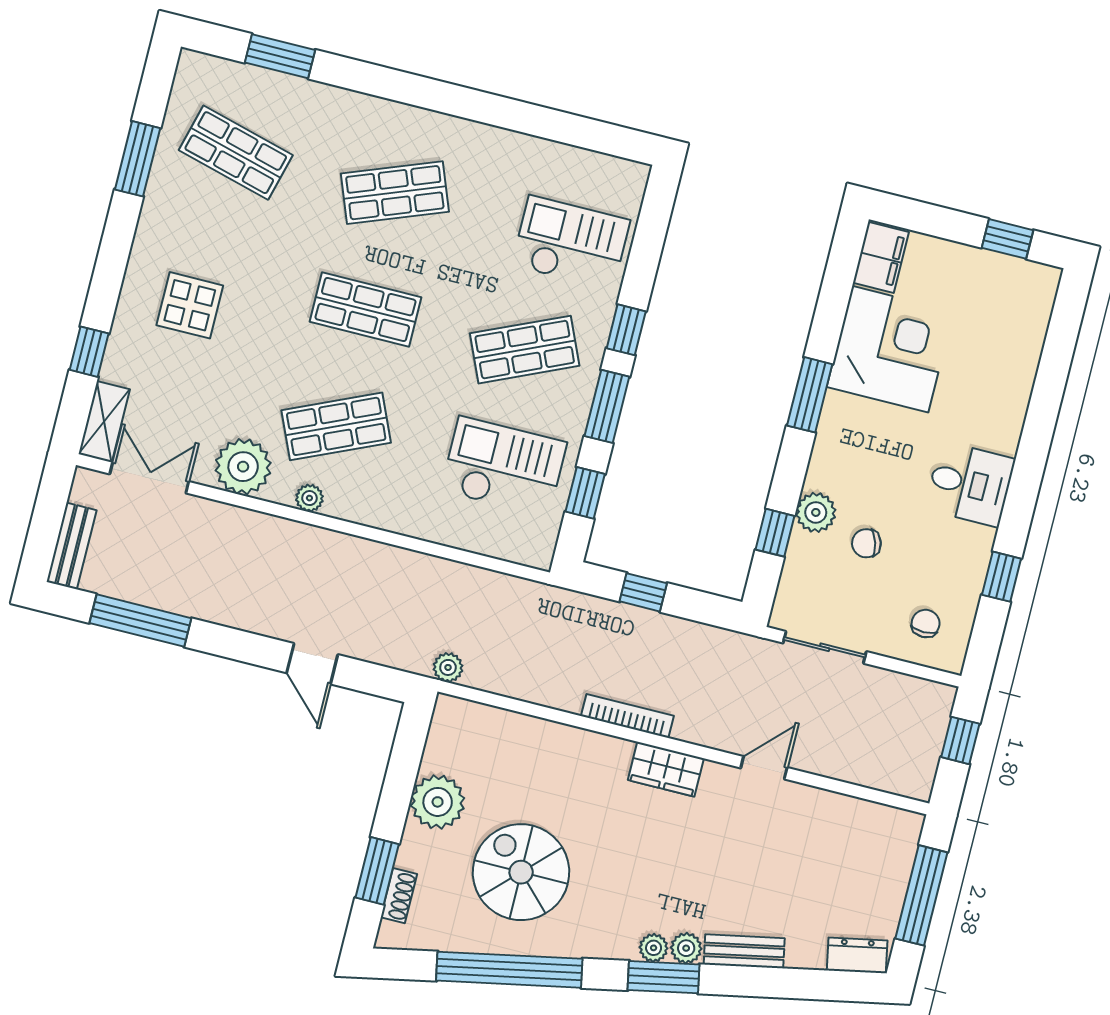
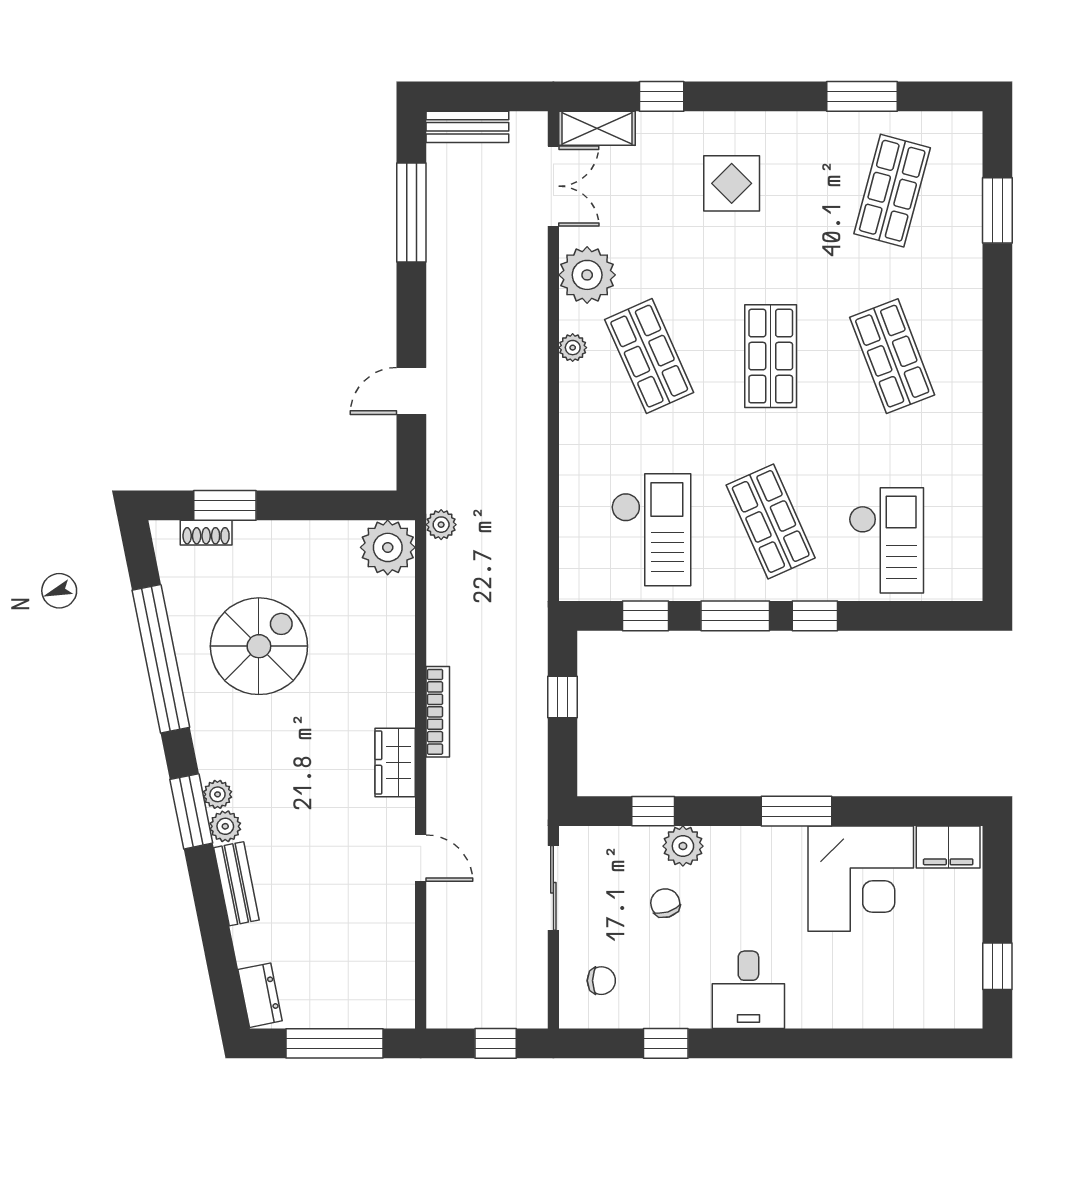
plant: (438, 802) -> (388, 547), moved

